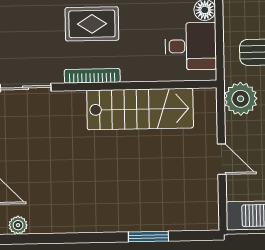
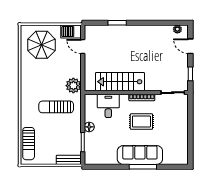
desk: (191, 46) -> (108, 106), moved, turned 90
door: (222, 159) -> (83, 47), moved

